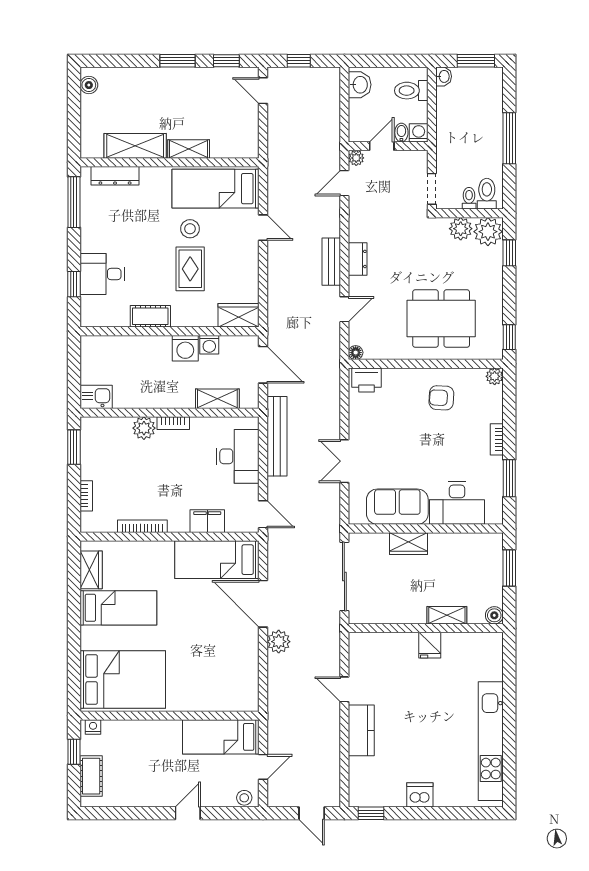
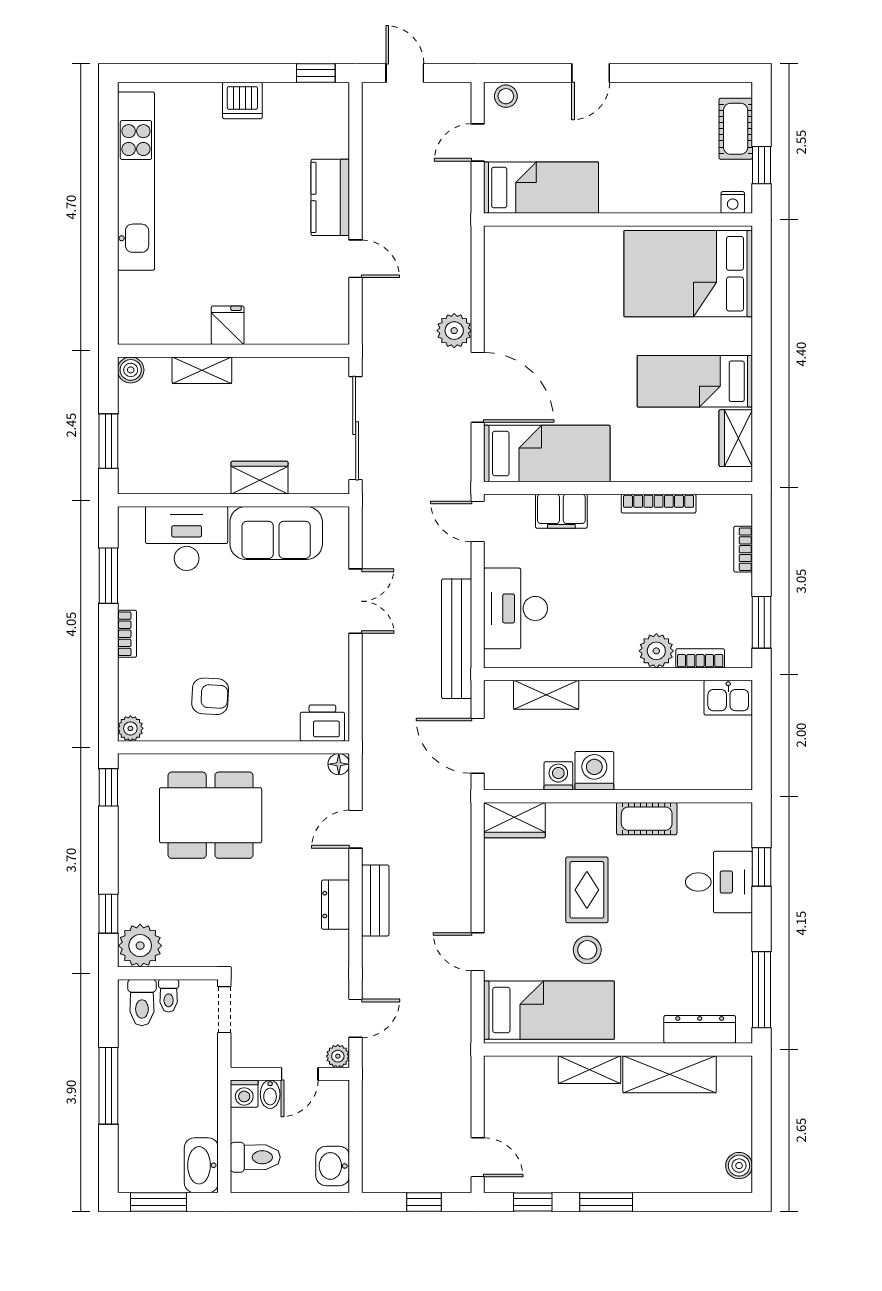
washbasin: (444, 76) -> (201, 1165), width x1.91, depth x1.45
plant: (461, 229) -> (181, 950), removed
bookcase: (173, 423) -> (700, 658), moved

